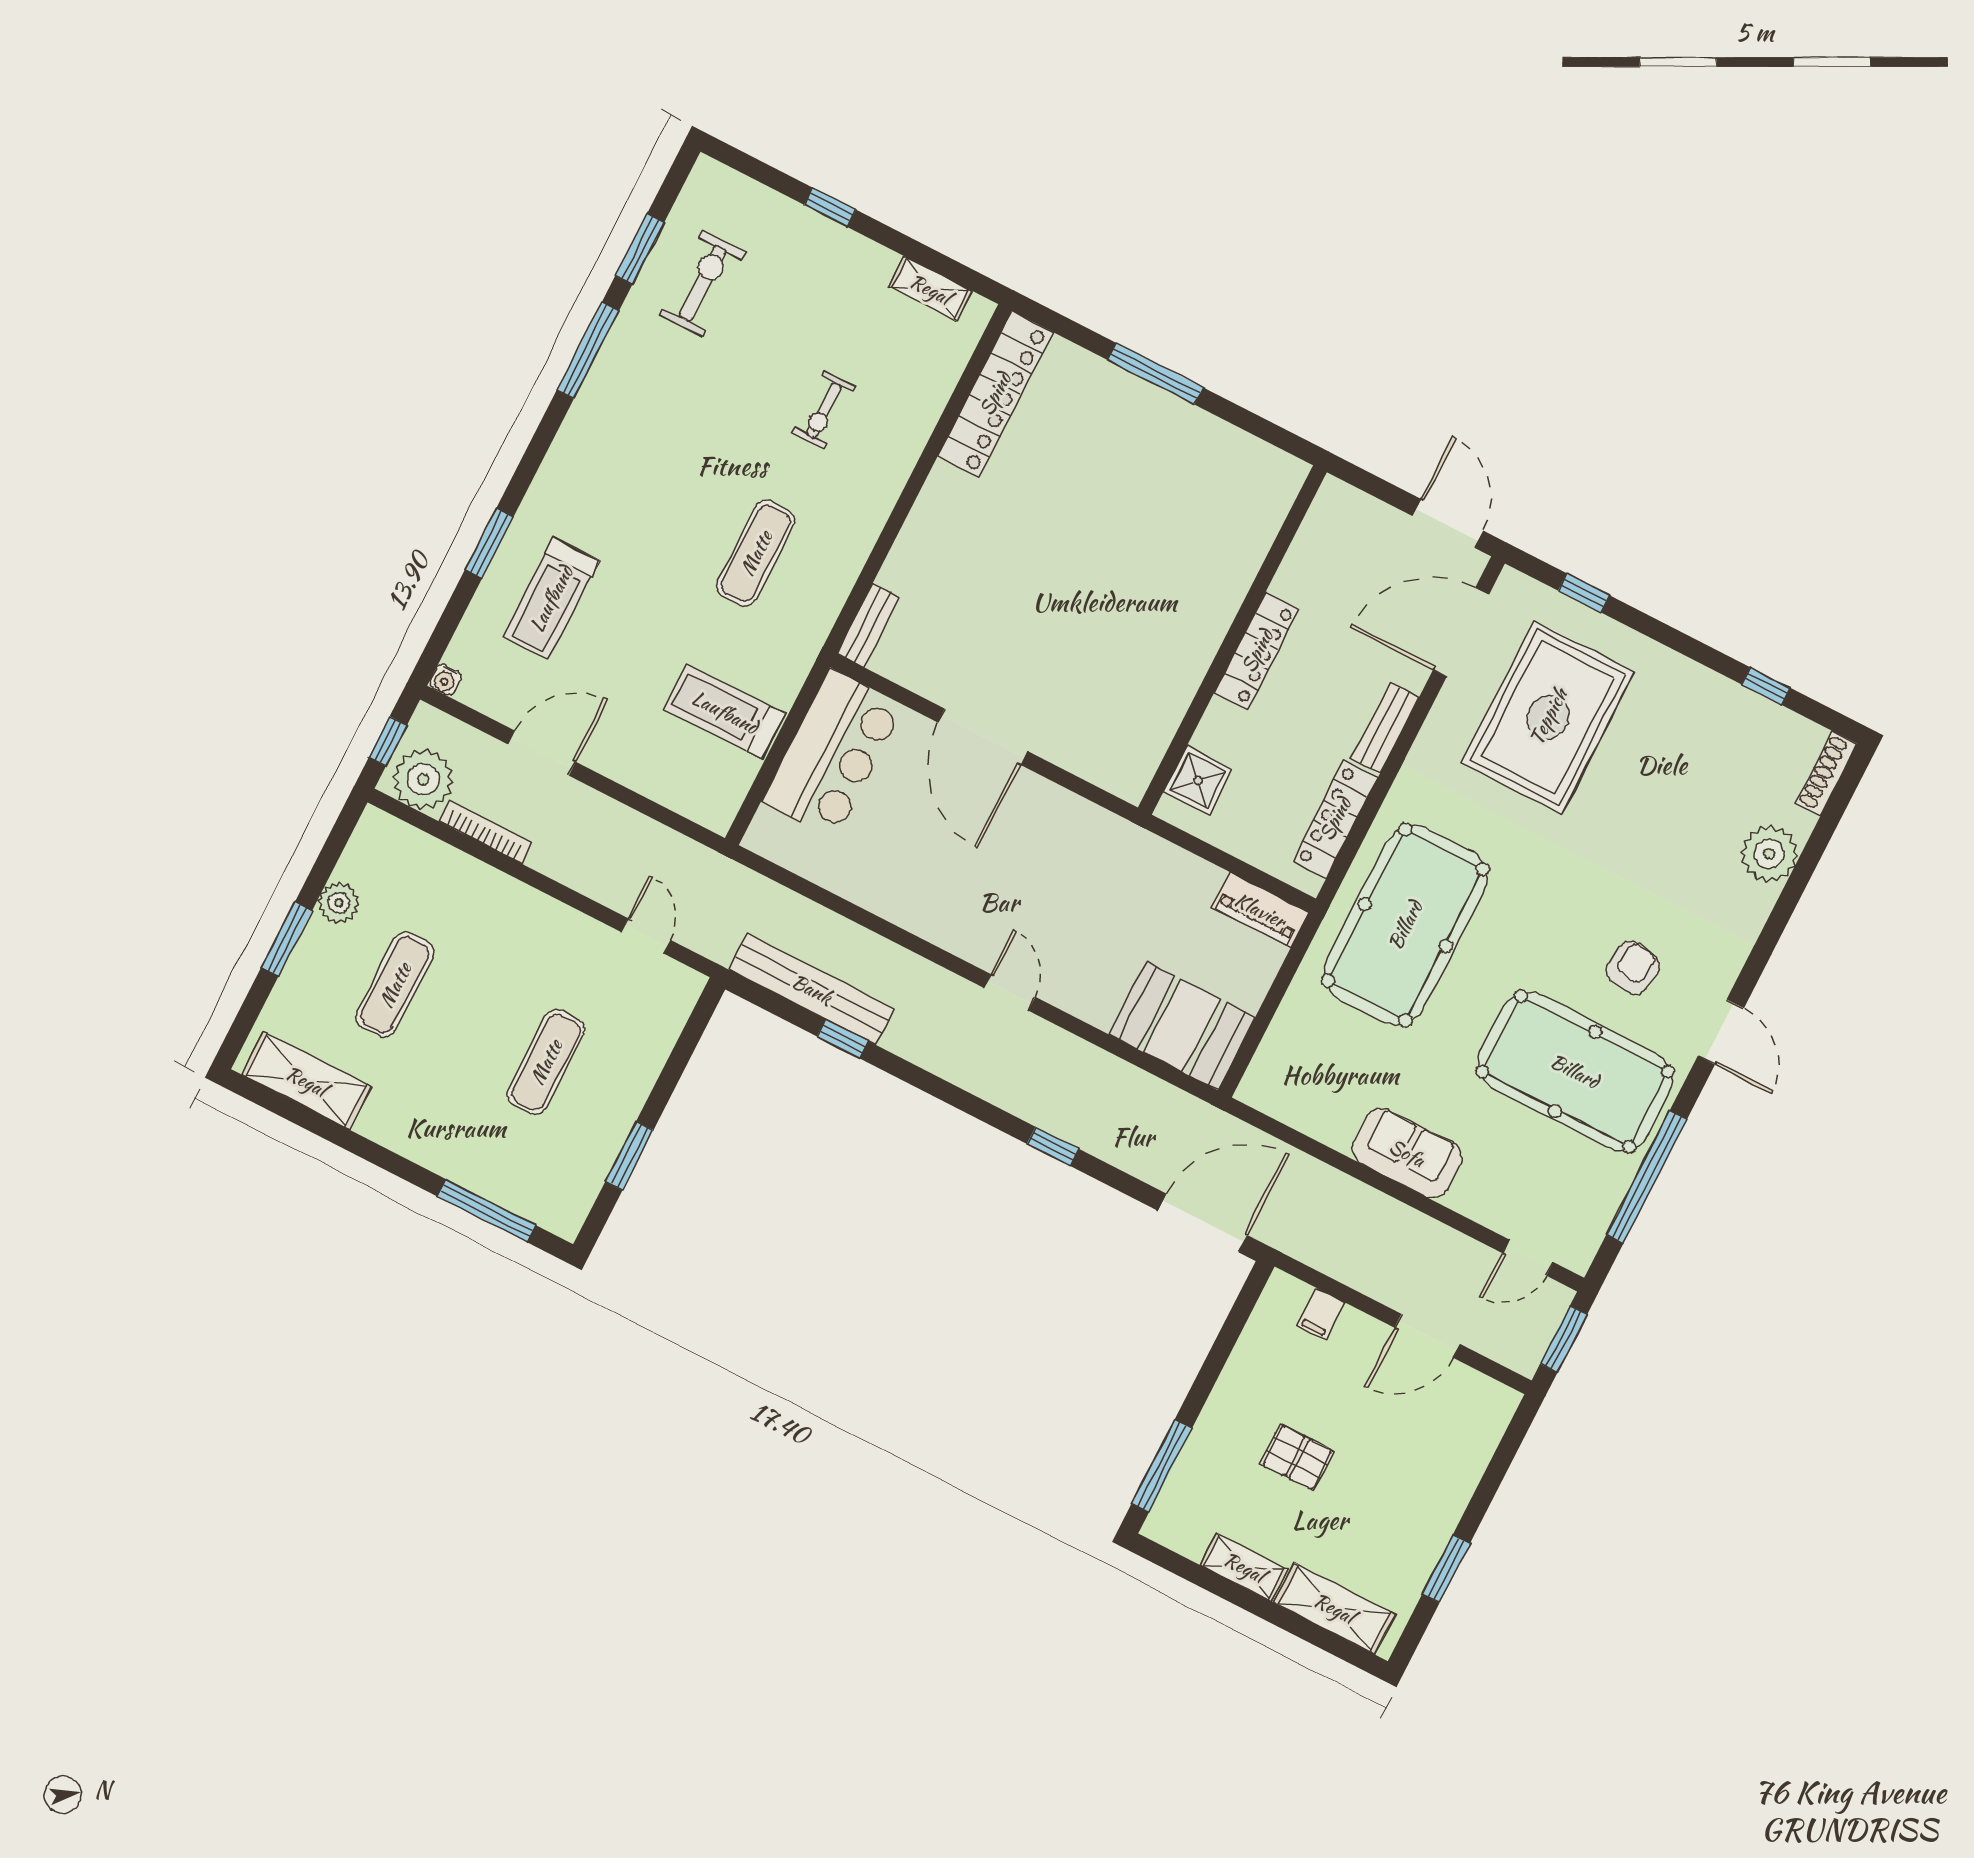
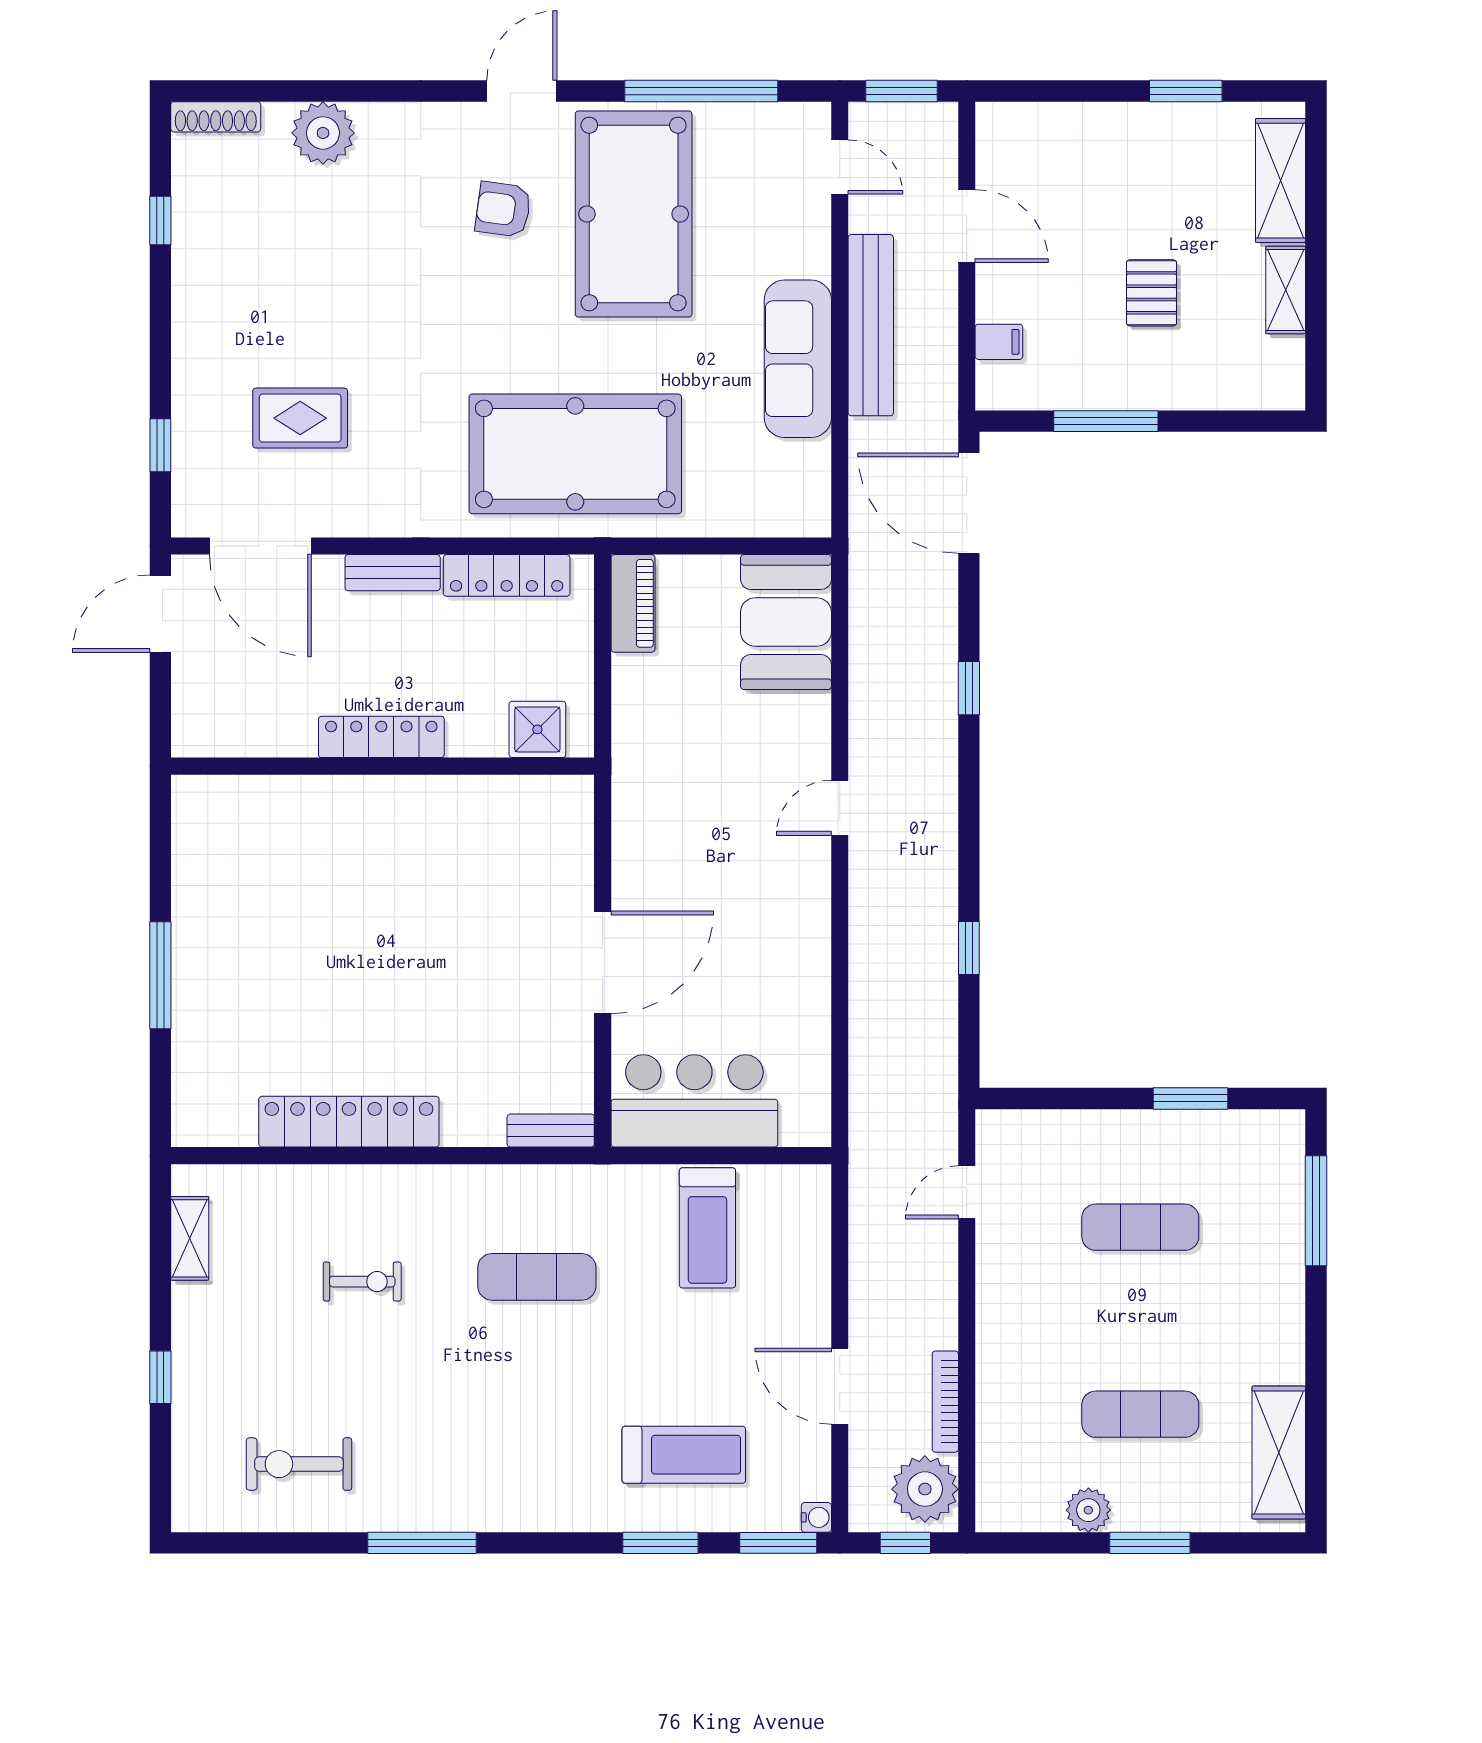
window: (640, 249) -> (778, 1543), moved
locker: (995, 394) -> (349, 1122), moved
rug: (1548, 717) -> (300, 418), width x0.54, depth x0.49
bench: (812, 989) -> (871, 325), moved
sofa: (1407, 1153) -> (798, 359), width x1.36
window: (1162, 1466) -> (1106, 421), moved

